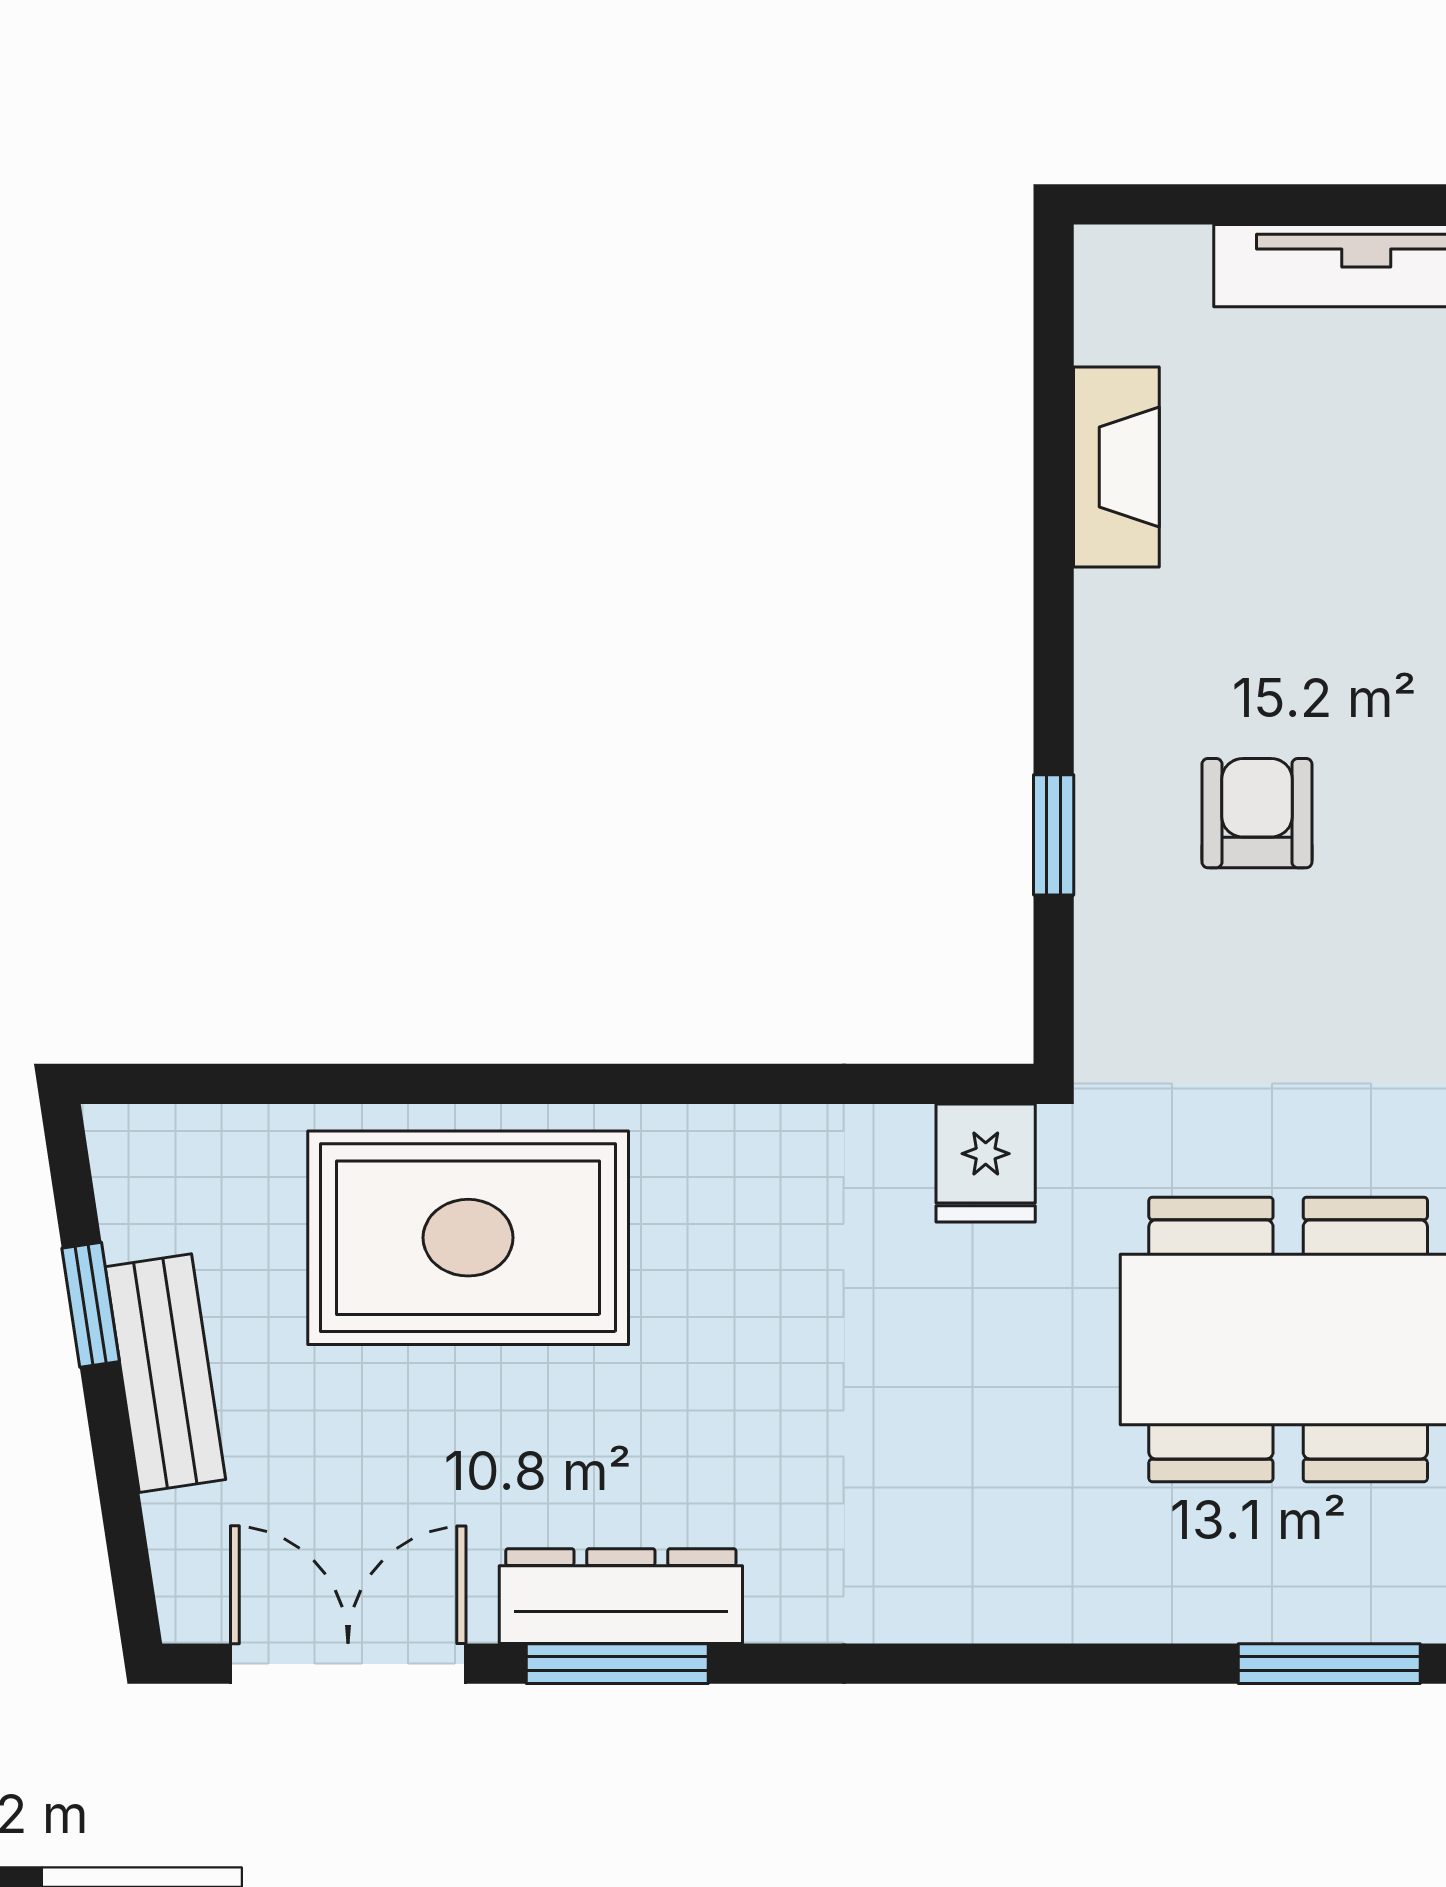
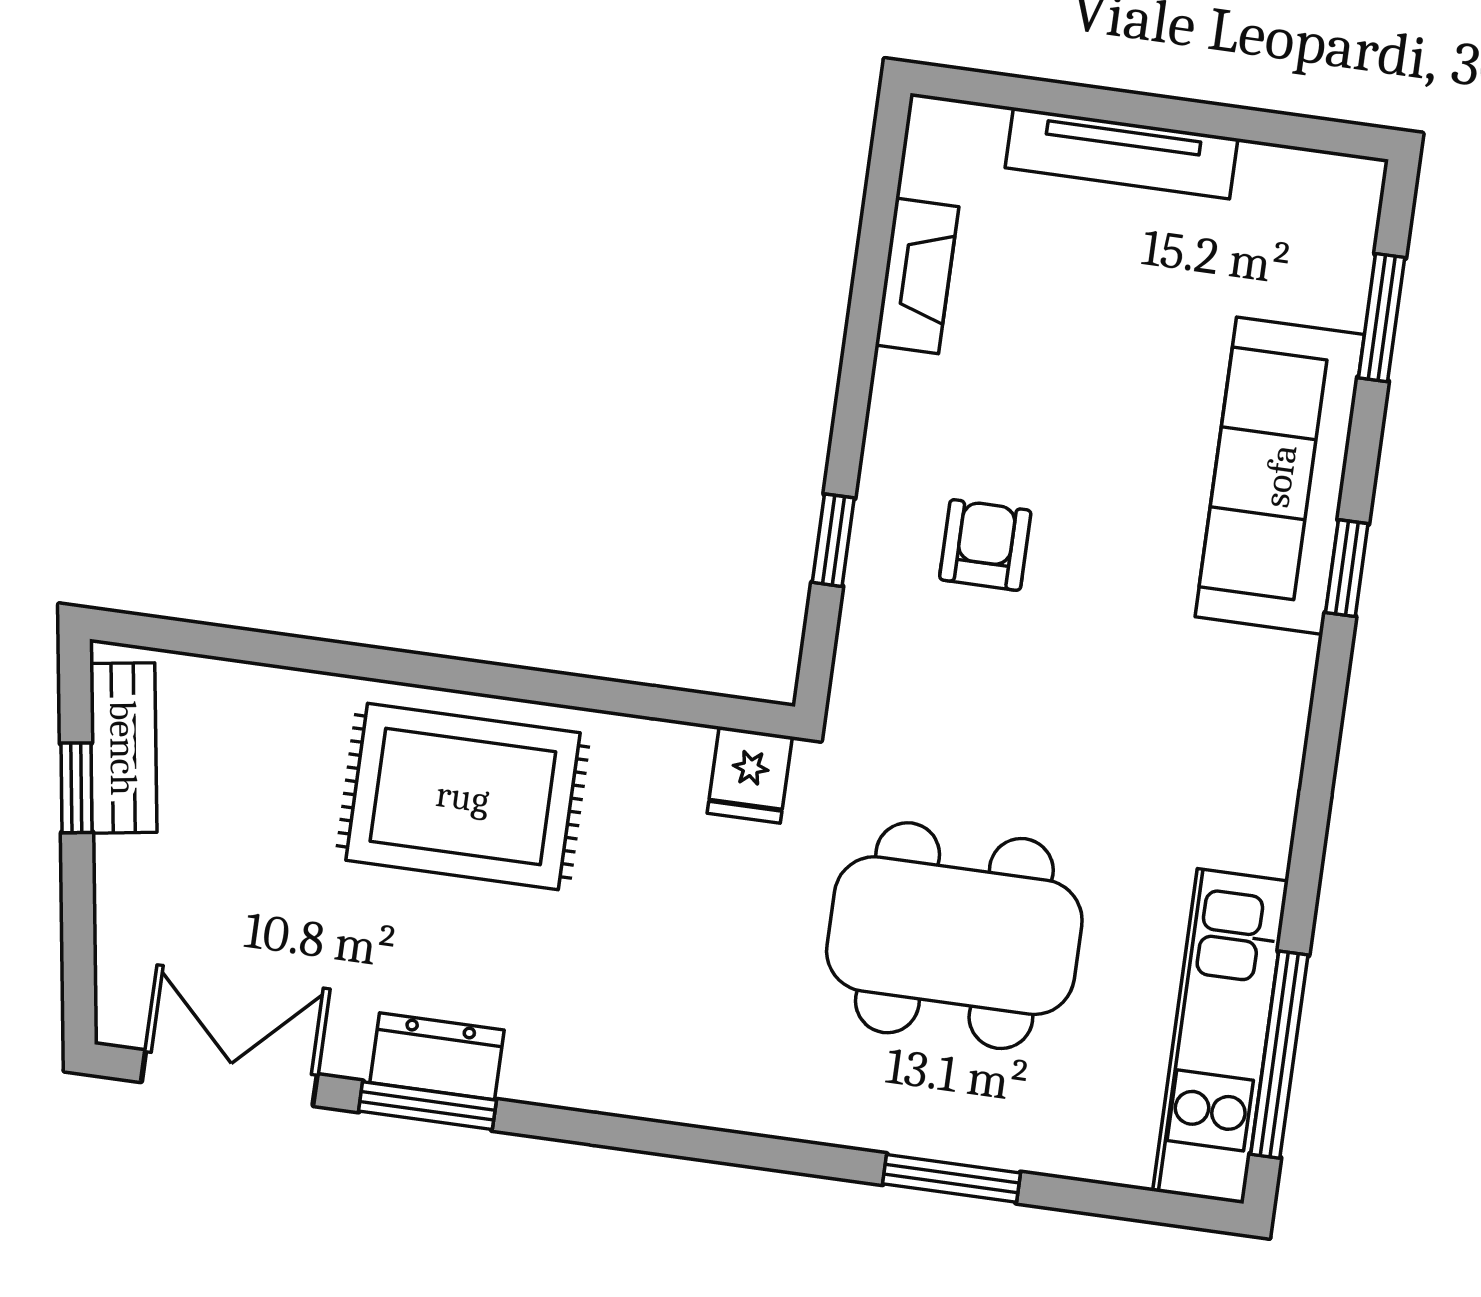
rug: (468, 1238) -> (463, 797), moved
bench: (165, 1373) -> (123, 748), moved
dresser: (621, 1596) -> (437, 1056), width x0.70

